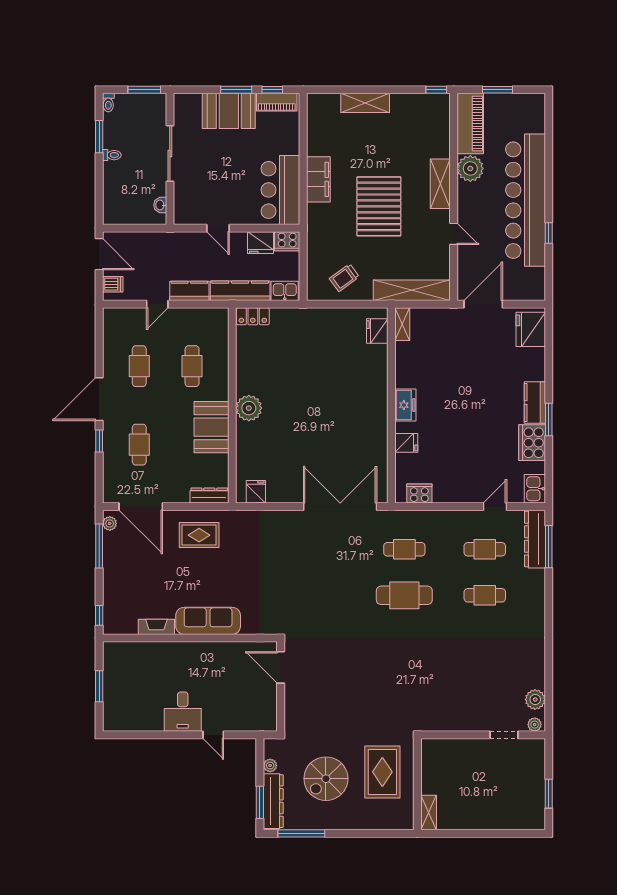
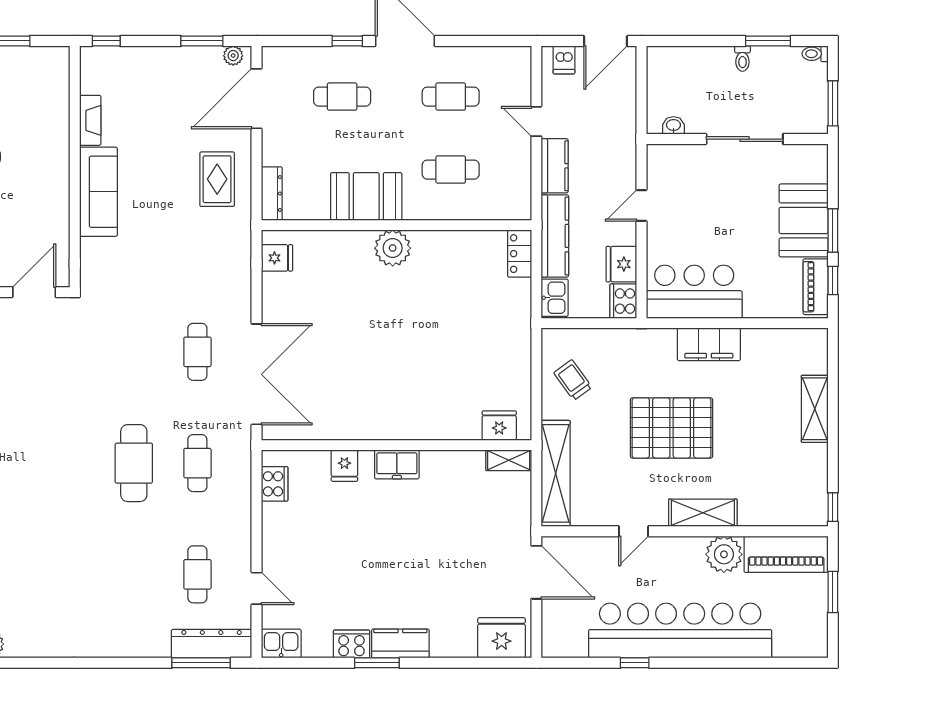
cooker: (532, 443) -> (352, 644), width x0.73, depth x0.76
window: (99, 546) -> (202, 41), width x0.69
cafe table: (485, 595) -> (197, 352), moved

